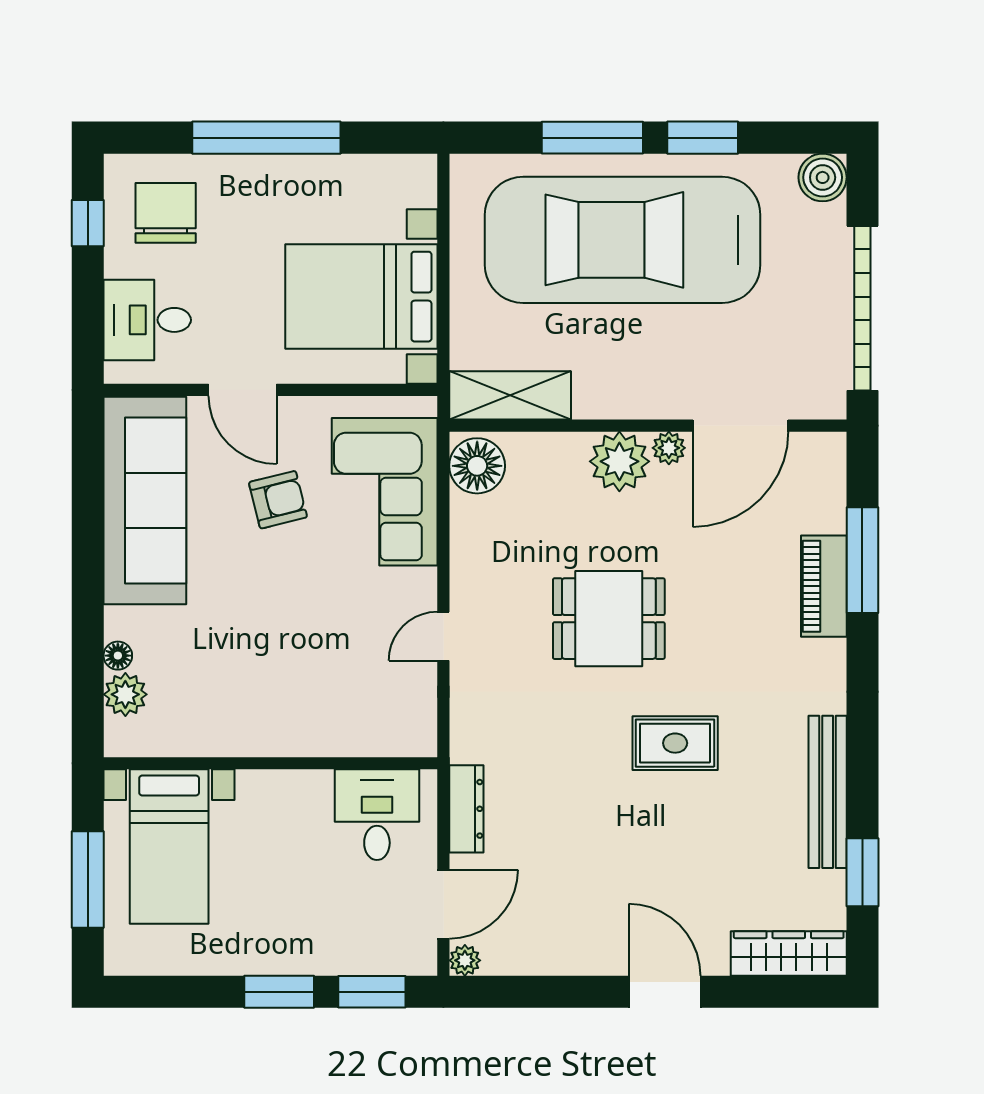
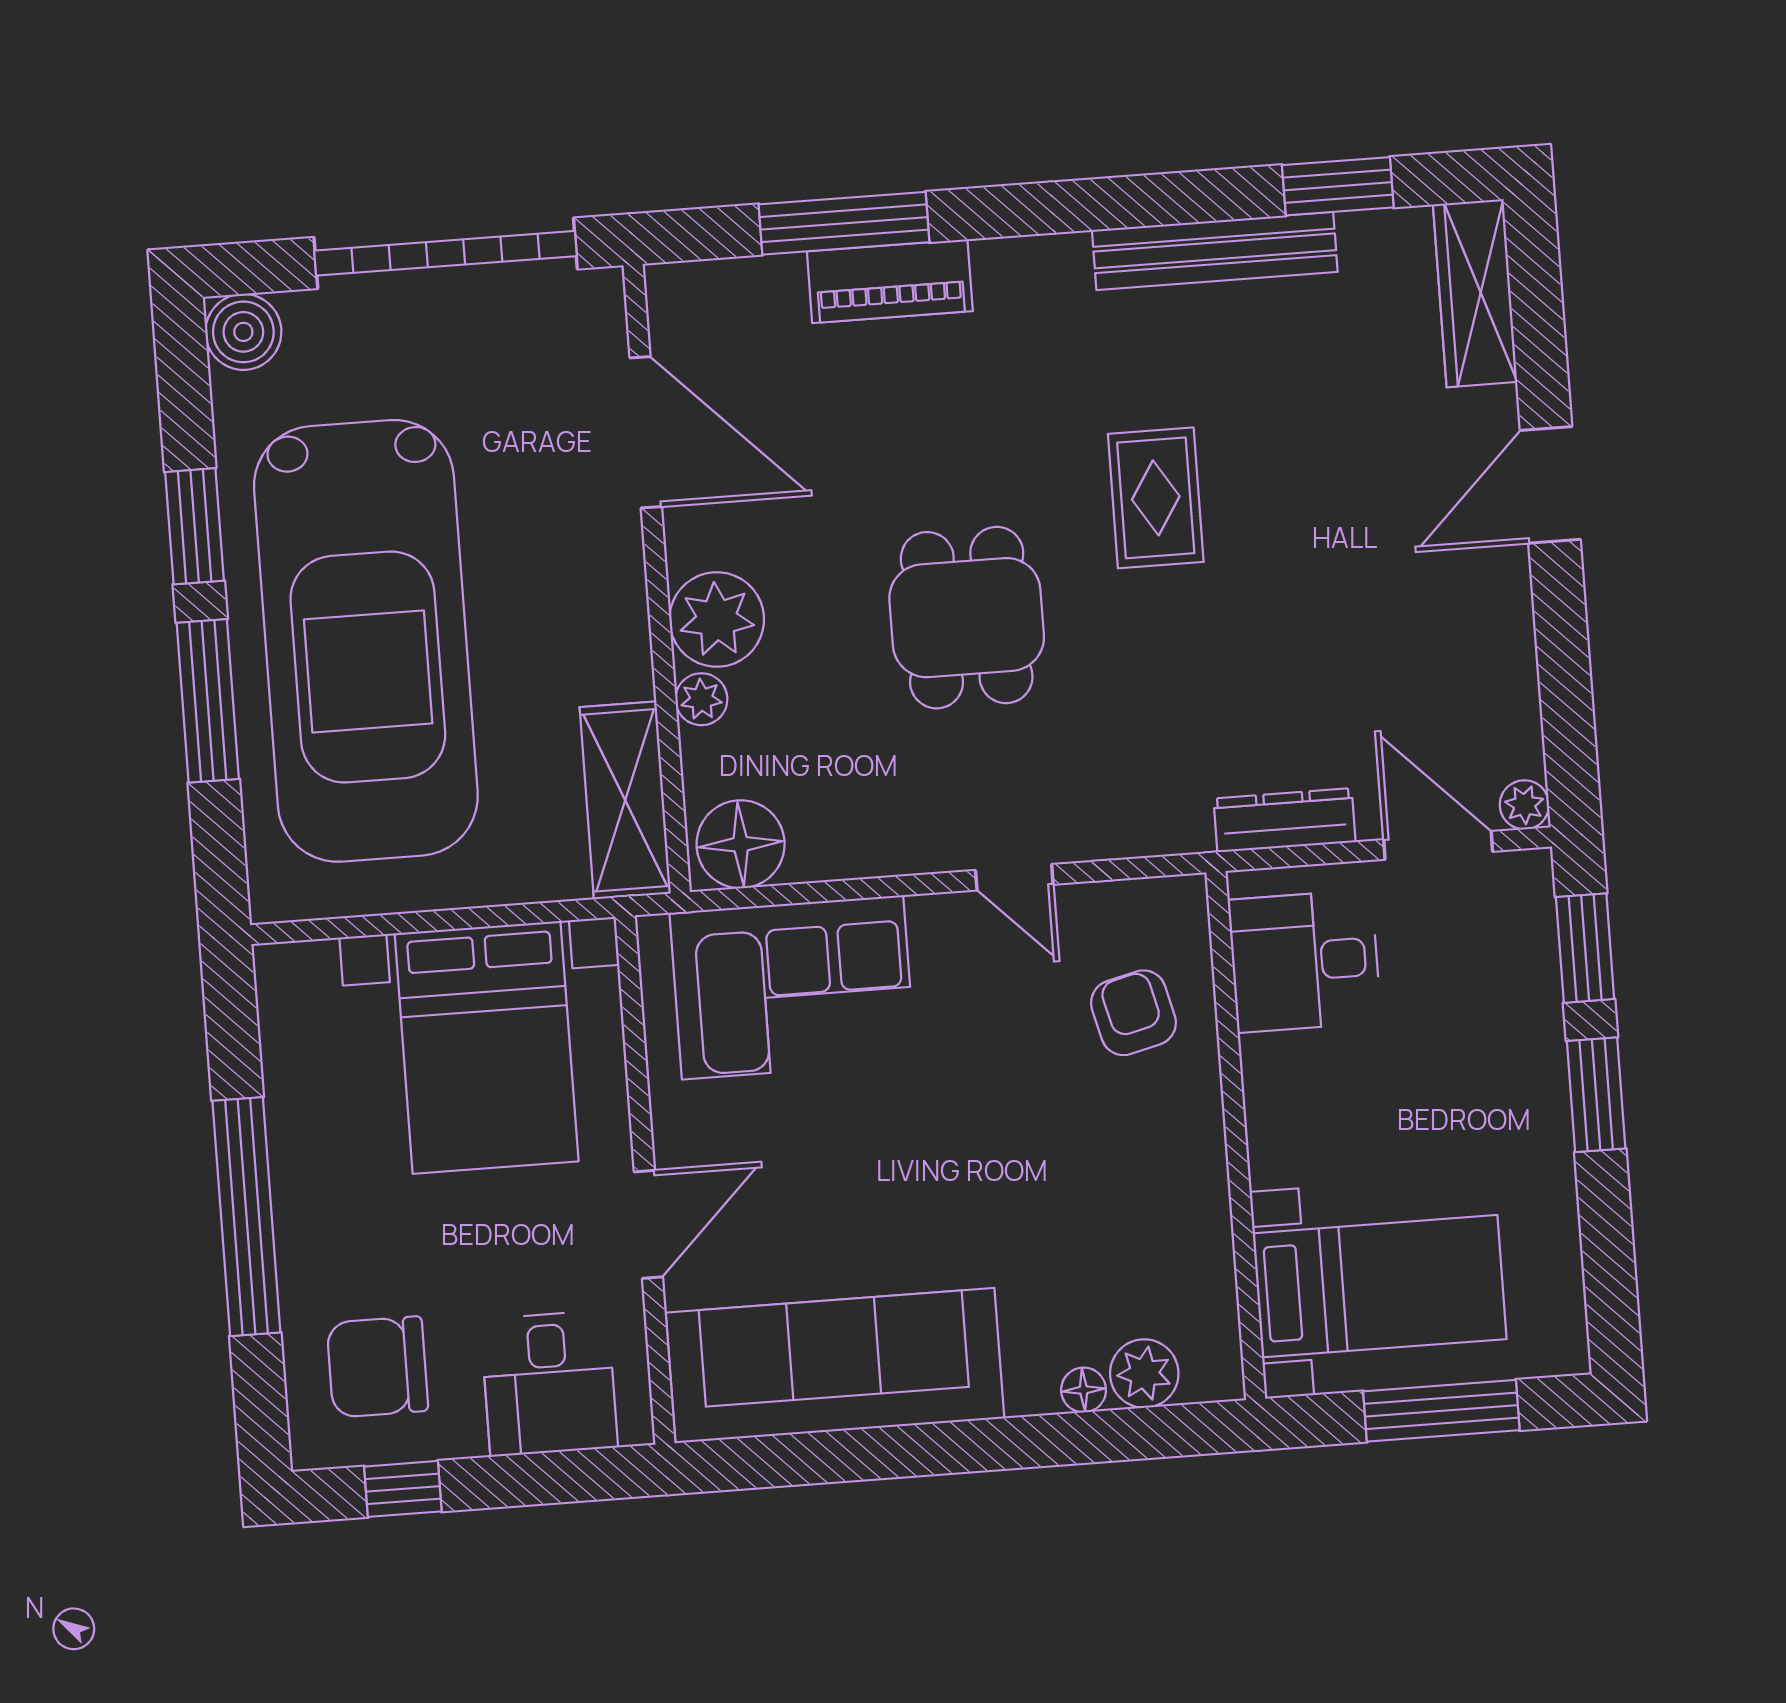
plant: (669, 448) -> (701, 699), moved
armchair: (278, 500) -> (1133, 1013), moved

